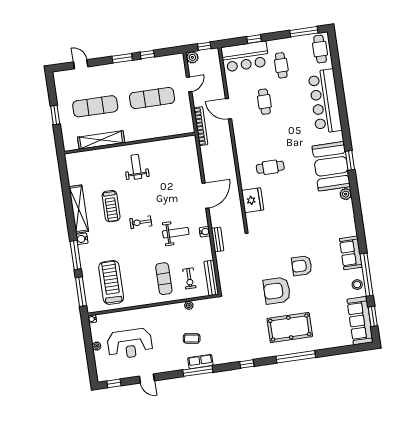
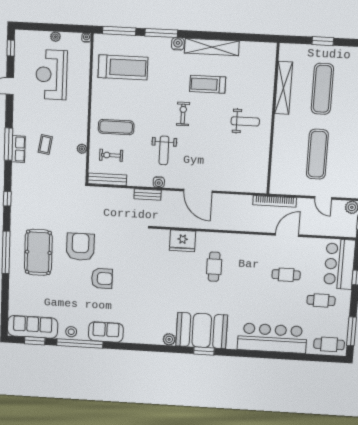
armchair: (302, 266) -> (102, 278), turned 89

